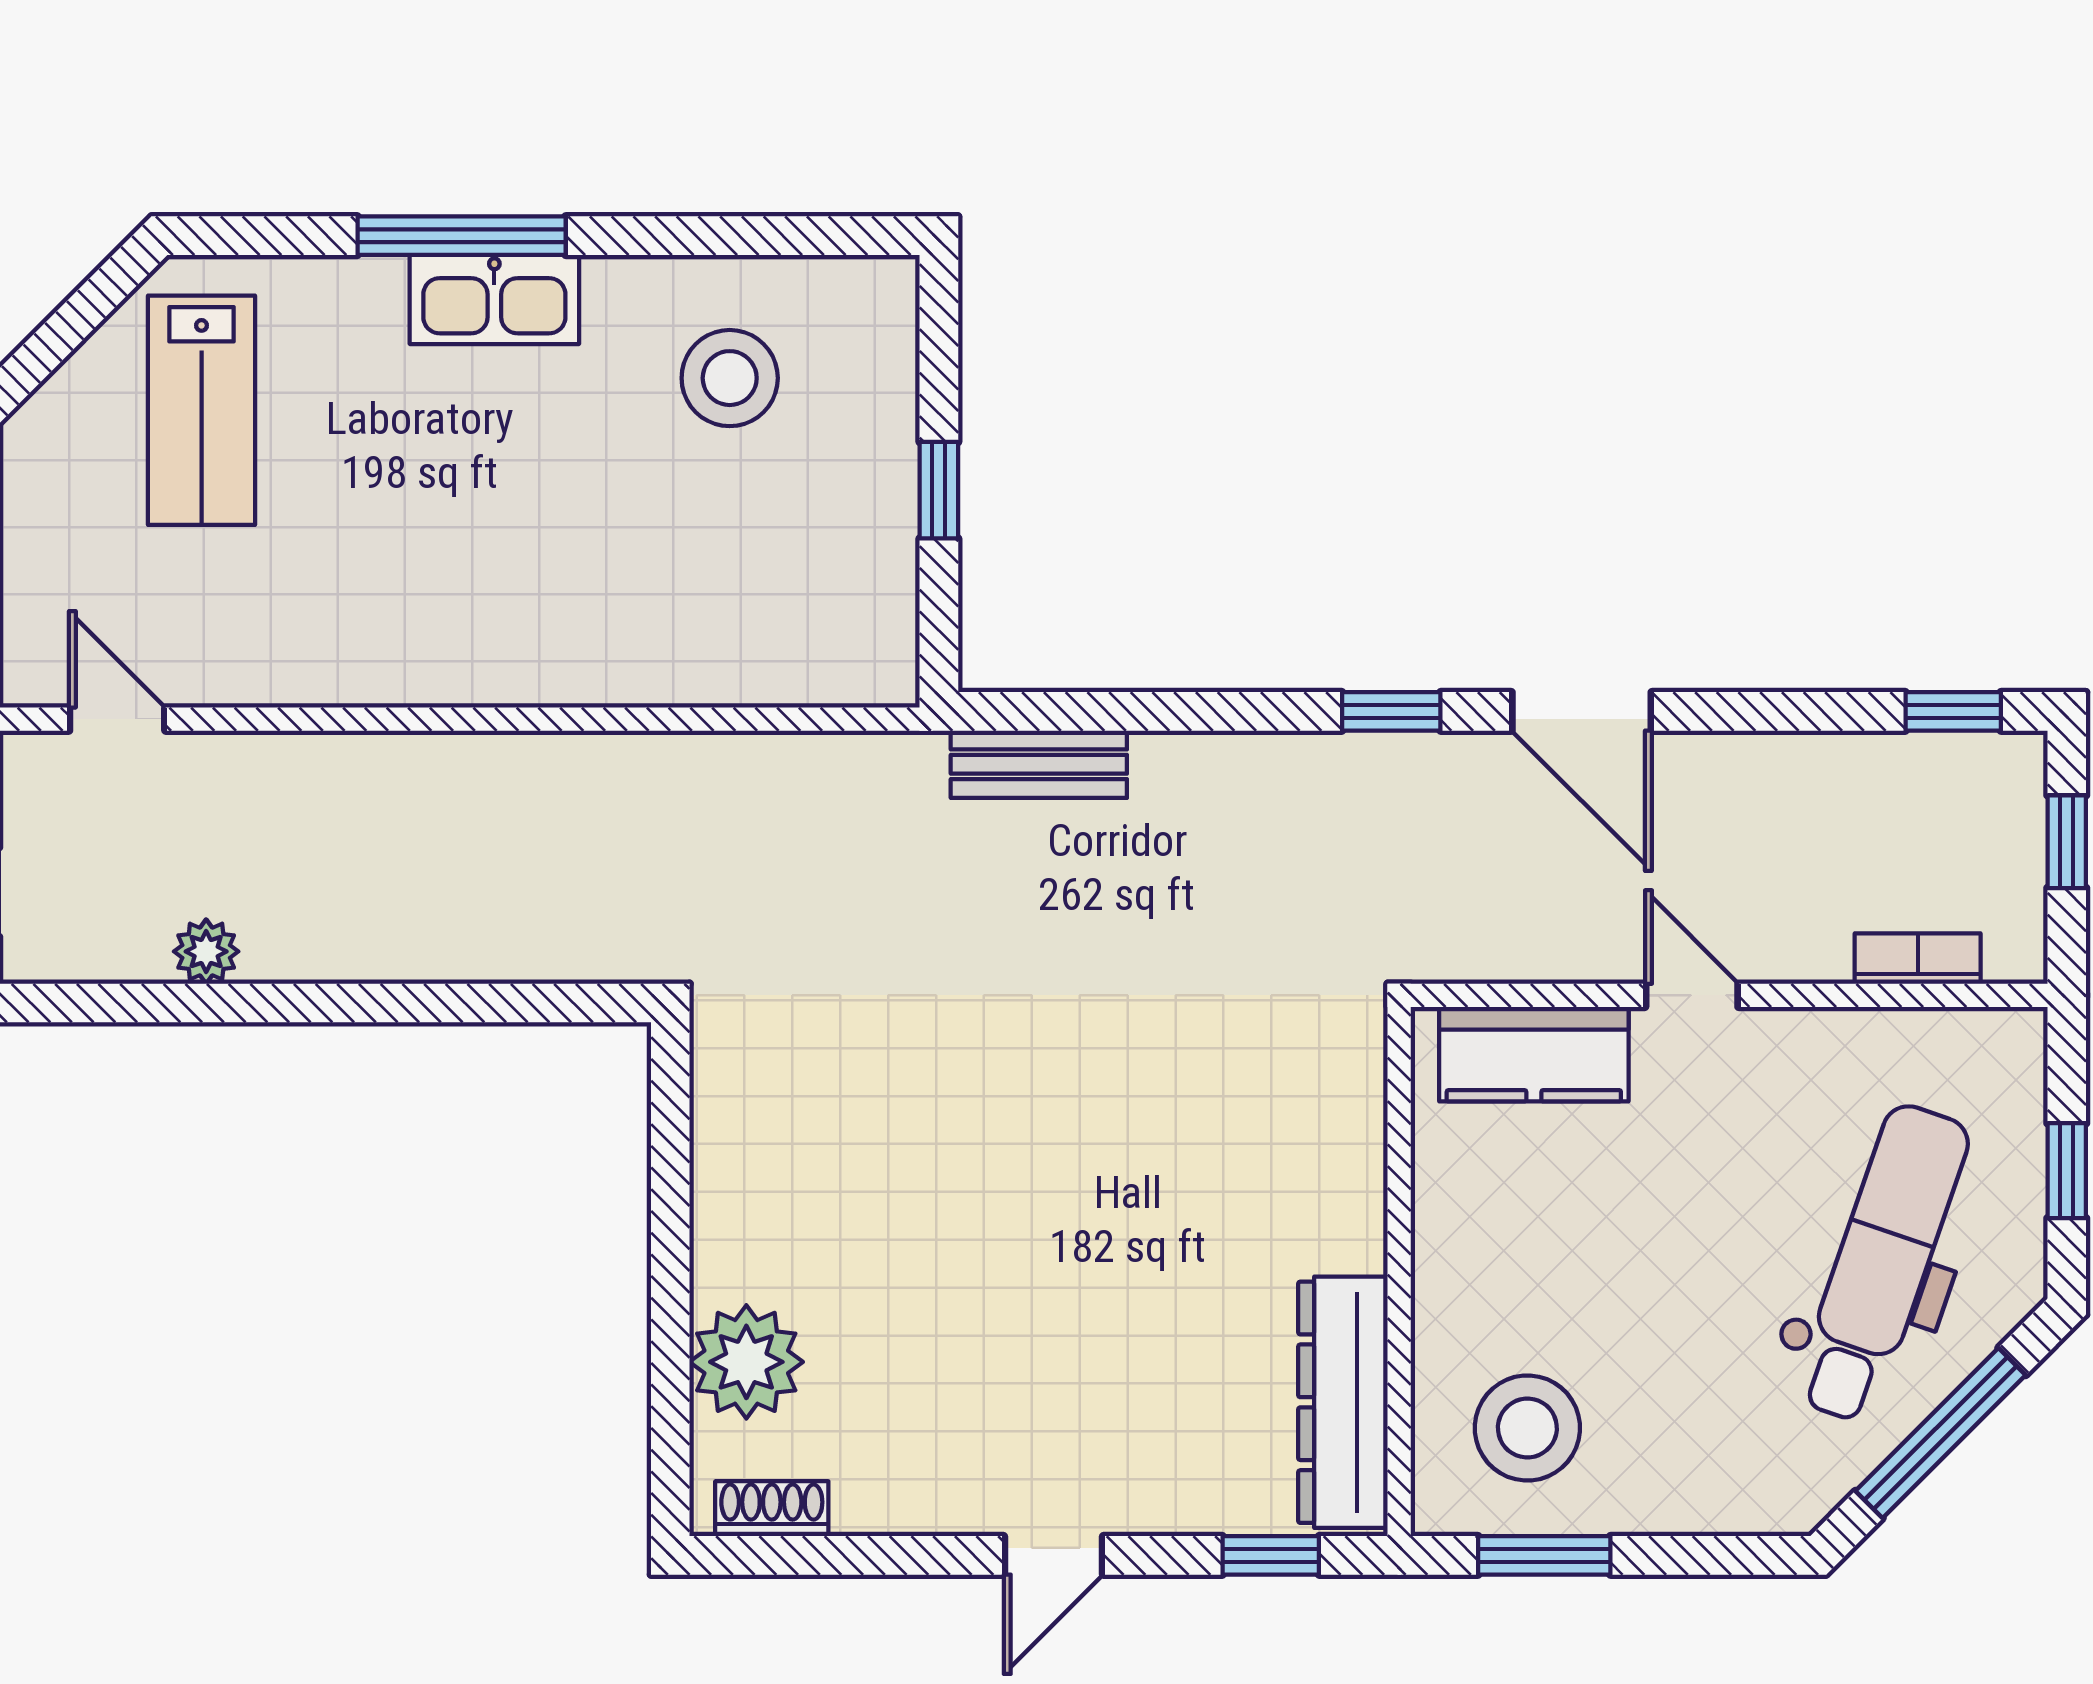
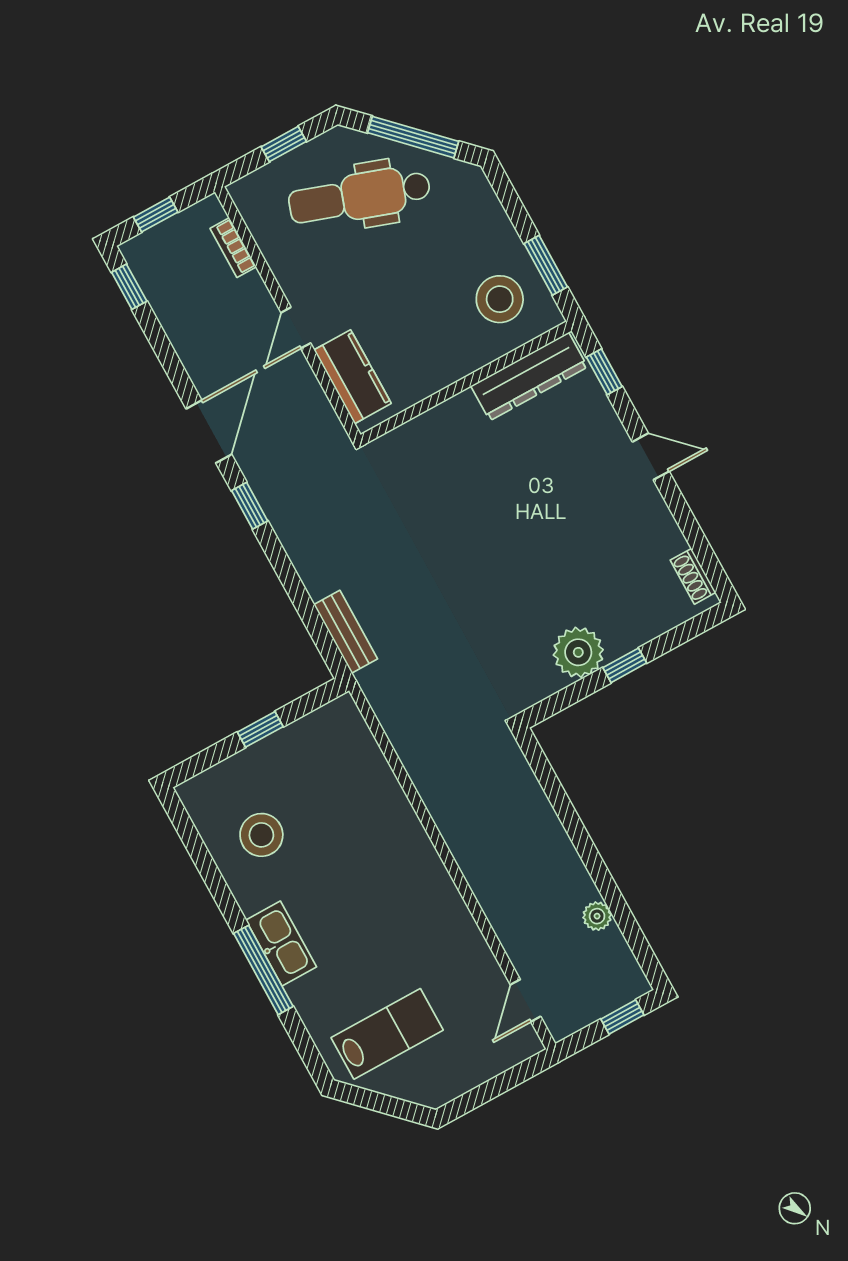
window: (670, 1278) -> (625, 665), added
plant: (746, 1362) -> (578, 652), moved

